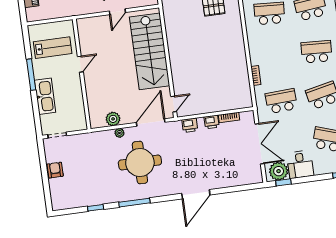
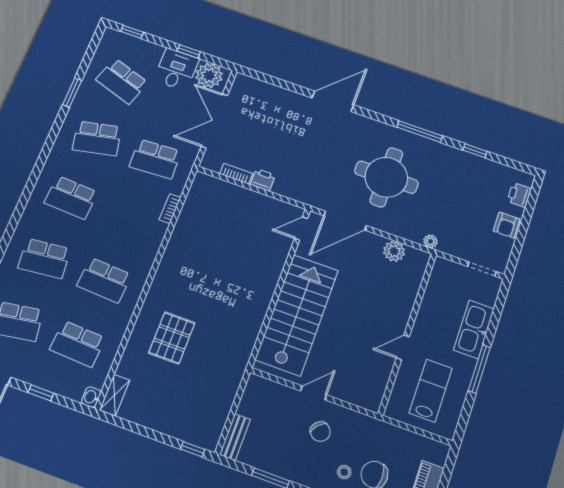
lab bench: (53, 48) -> (431, 391), turned 90
printer: (190, 125) -> (519, 195), moved, turned -90
plant: (119, 133) -> (430, 241), moved
window: (283, 182) -> (189, 51), moved

